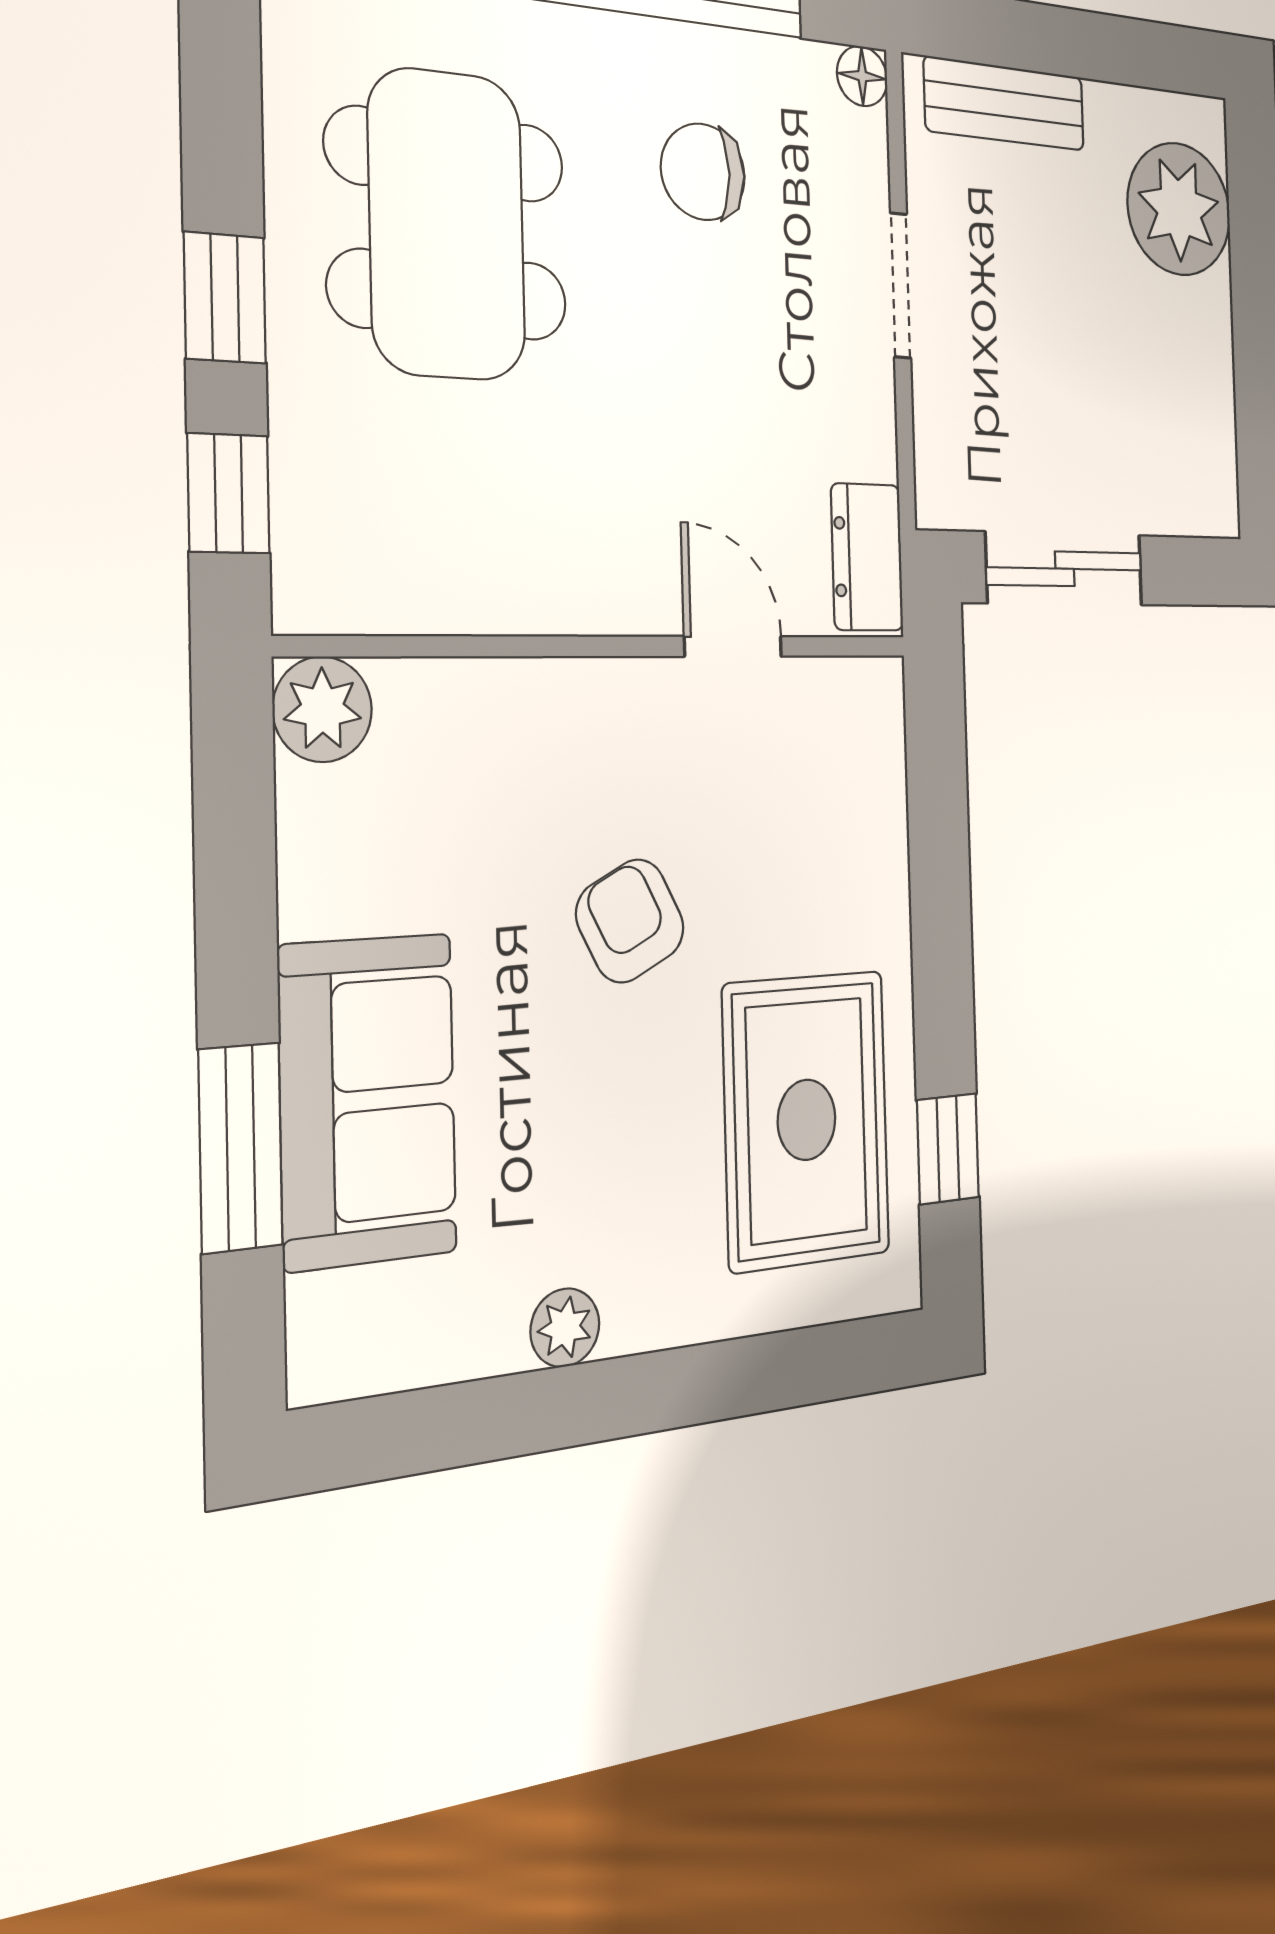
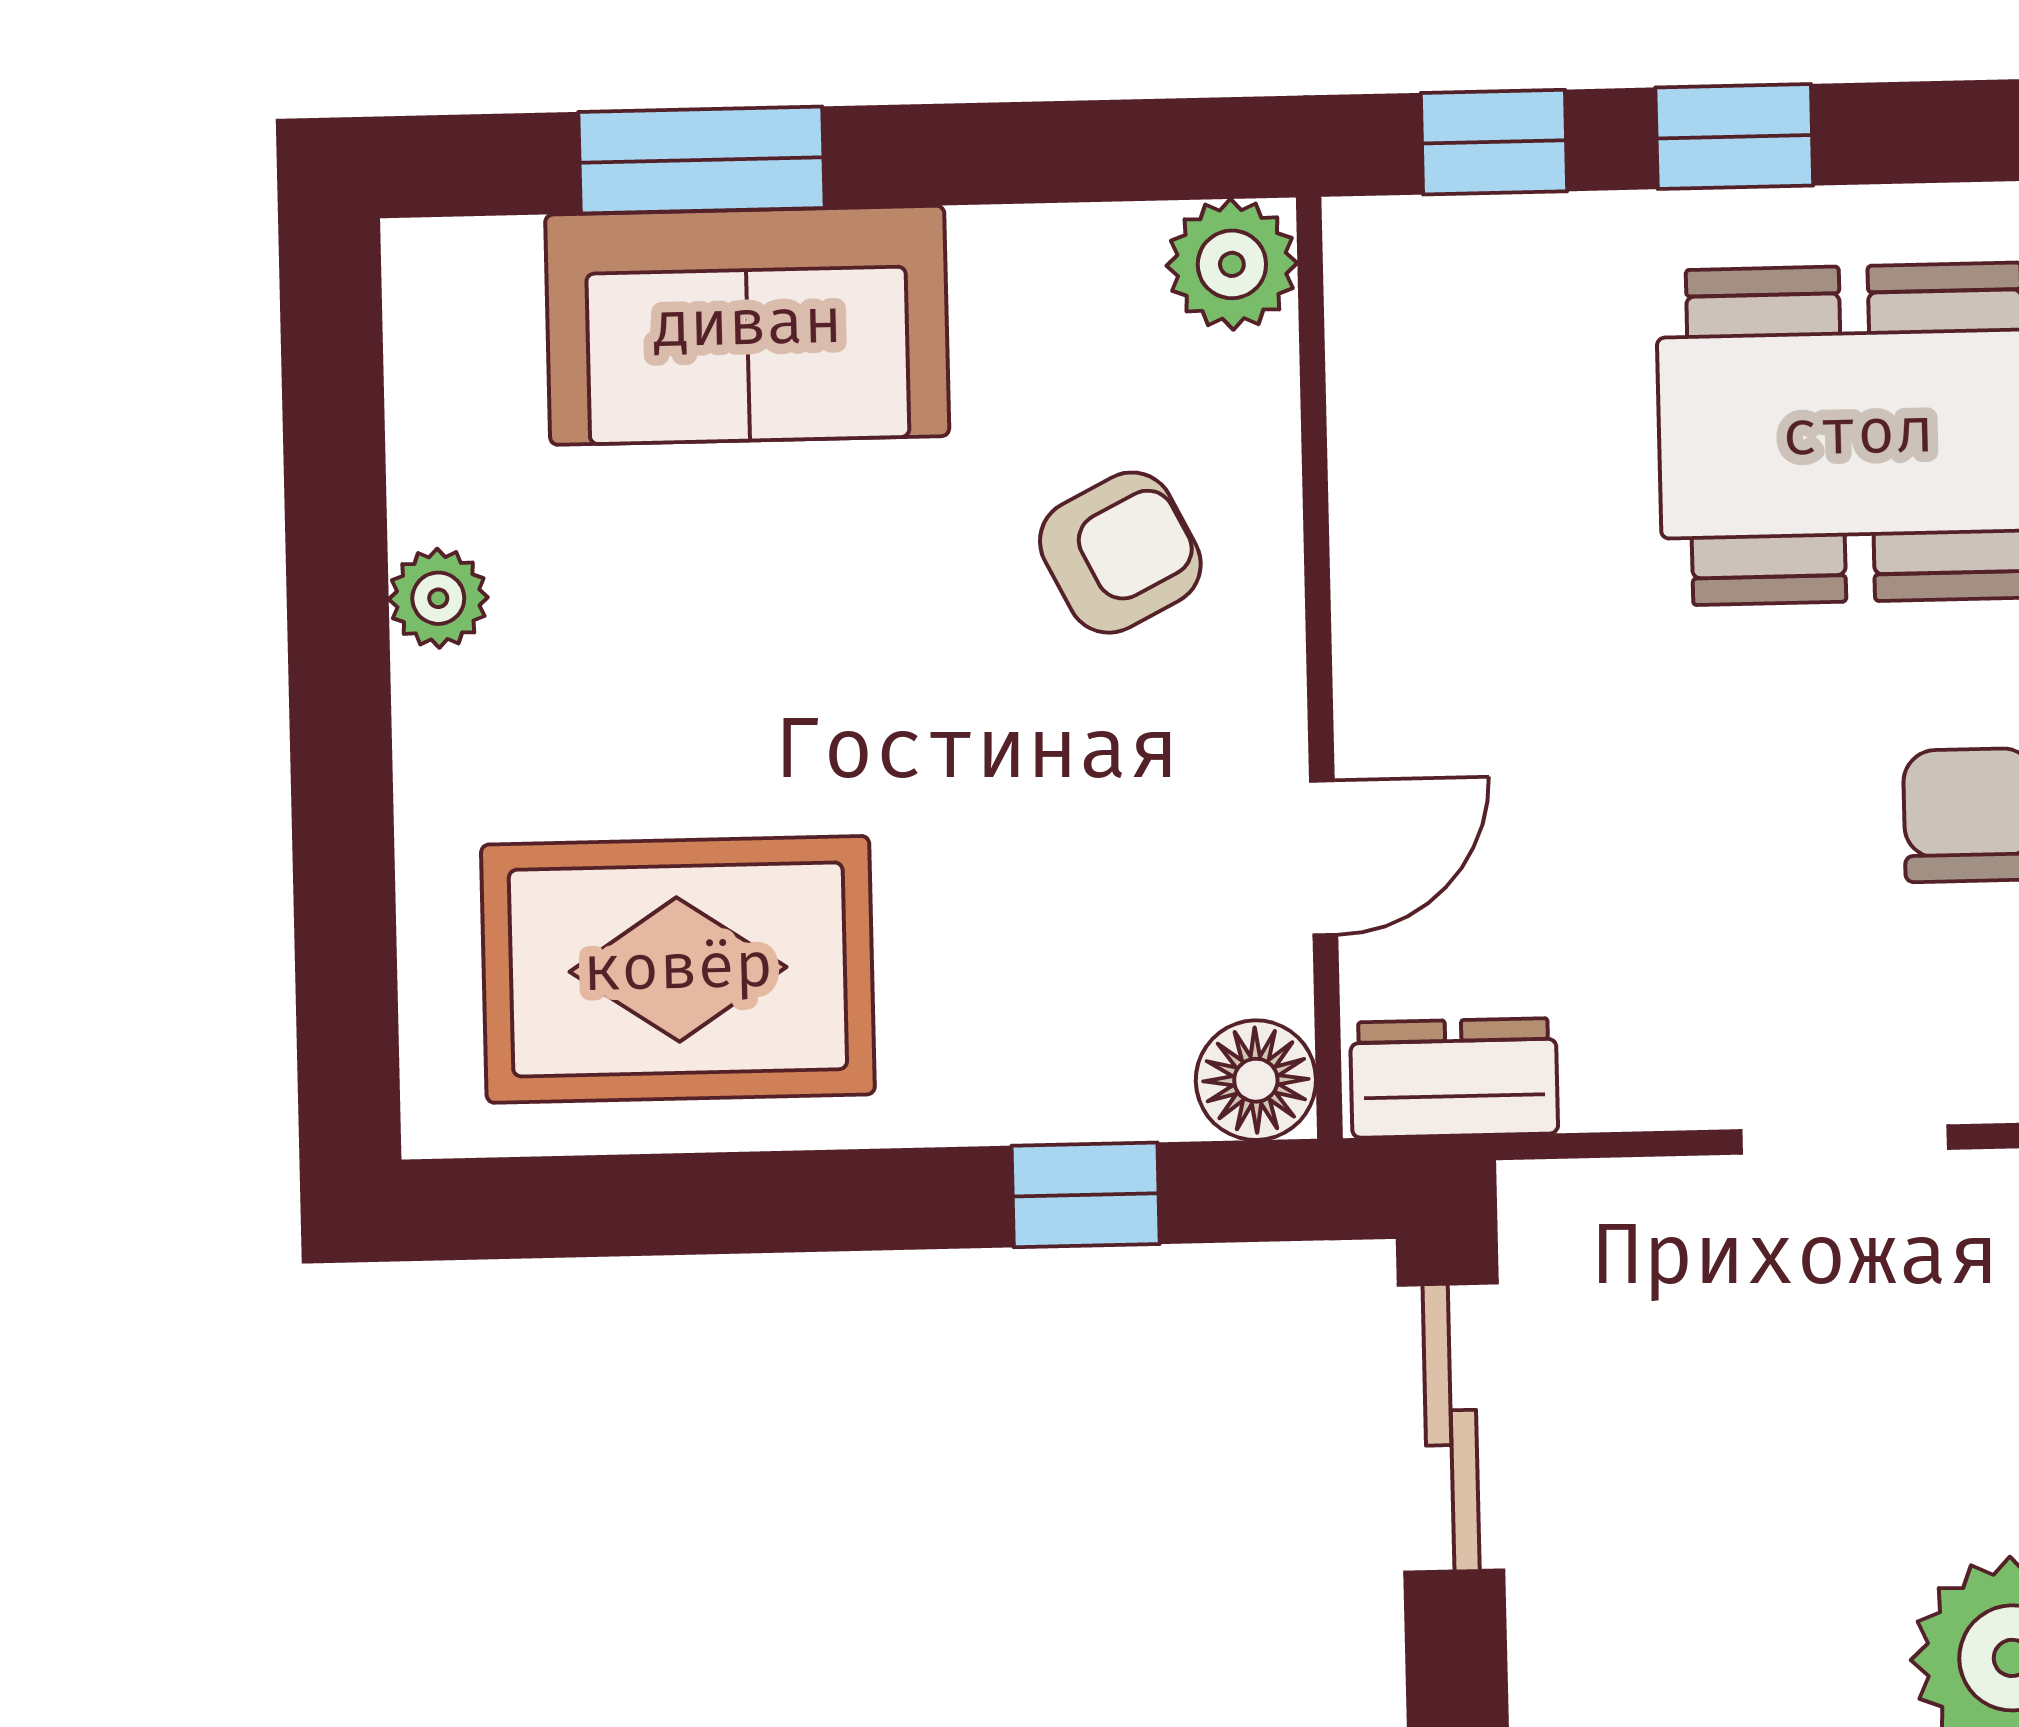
floor lamp: (870, 698) -> (1256, 1080), added
armchair: (630, 921) -> (1120, 553), moved
window: (948, 1149) -> (1086, 1195), moved

